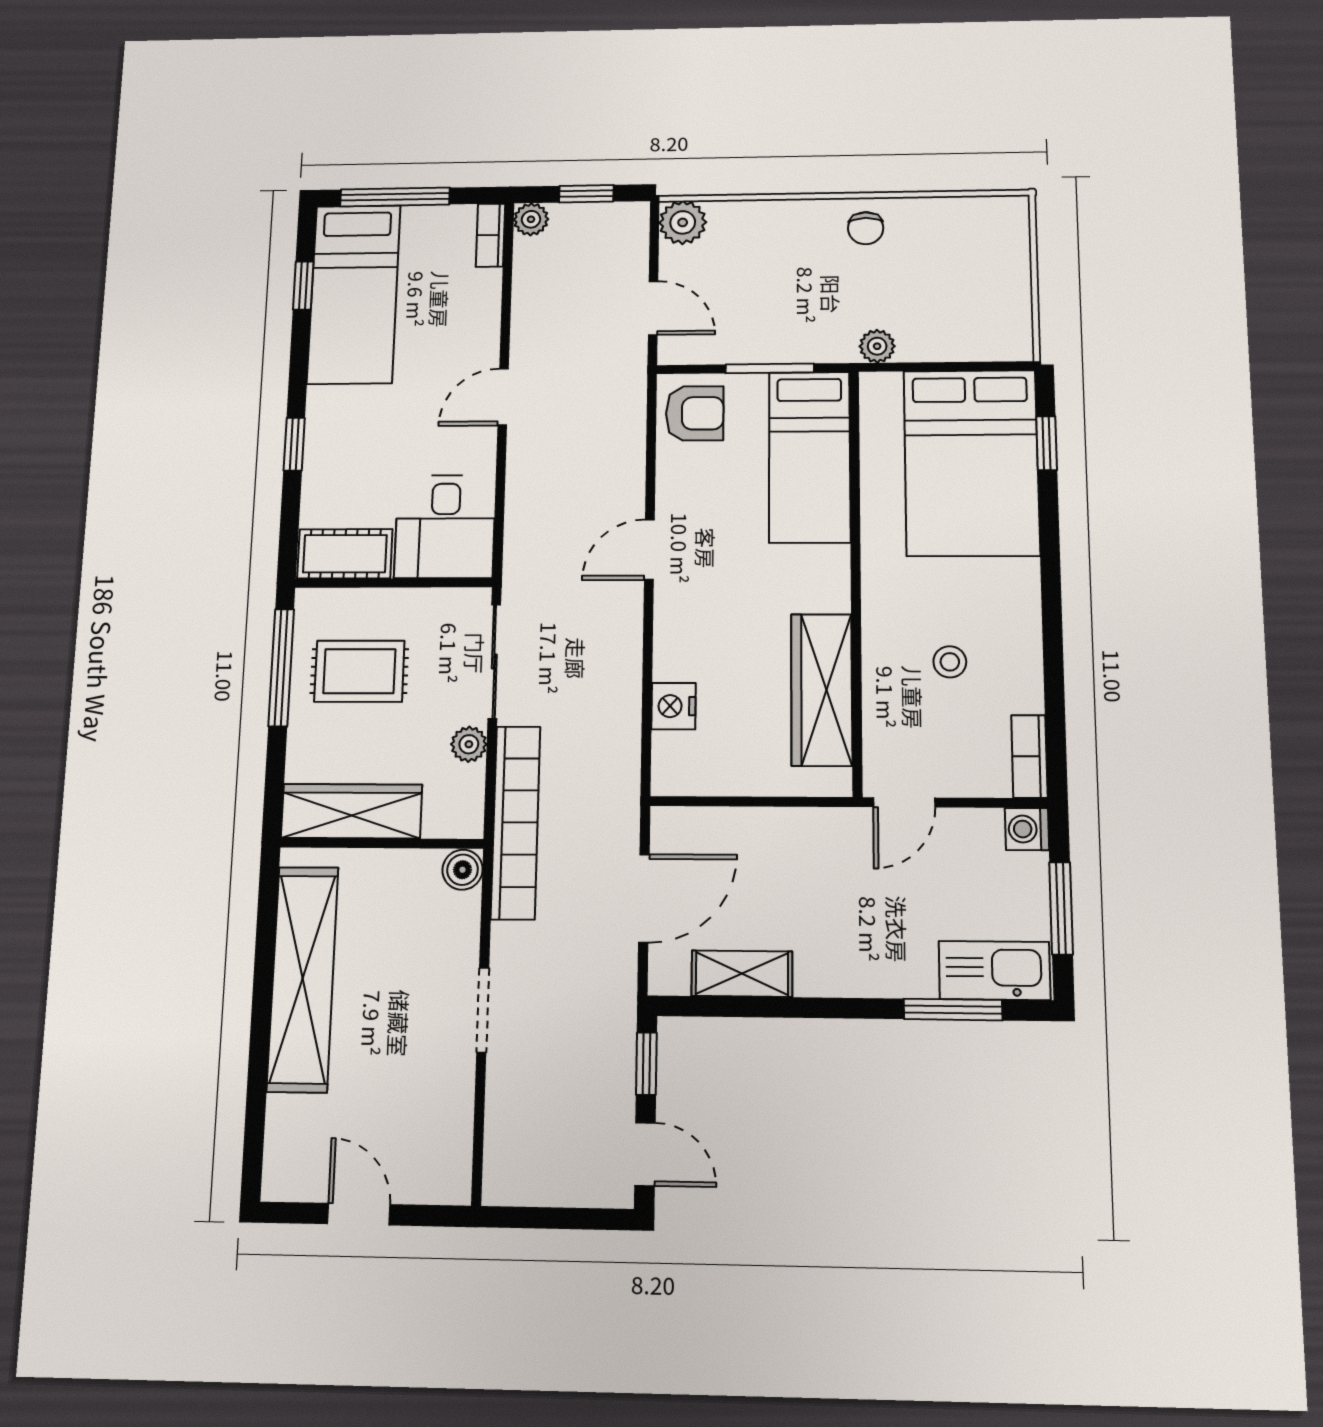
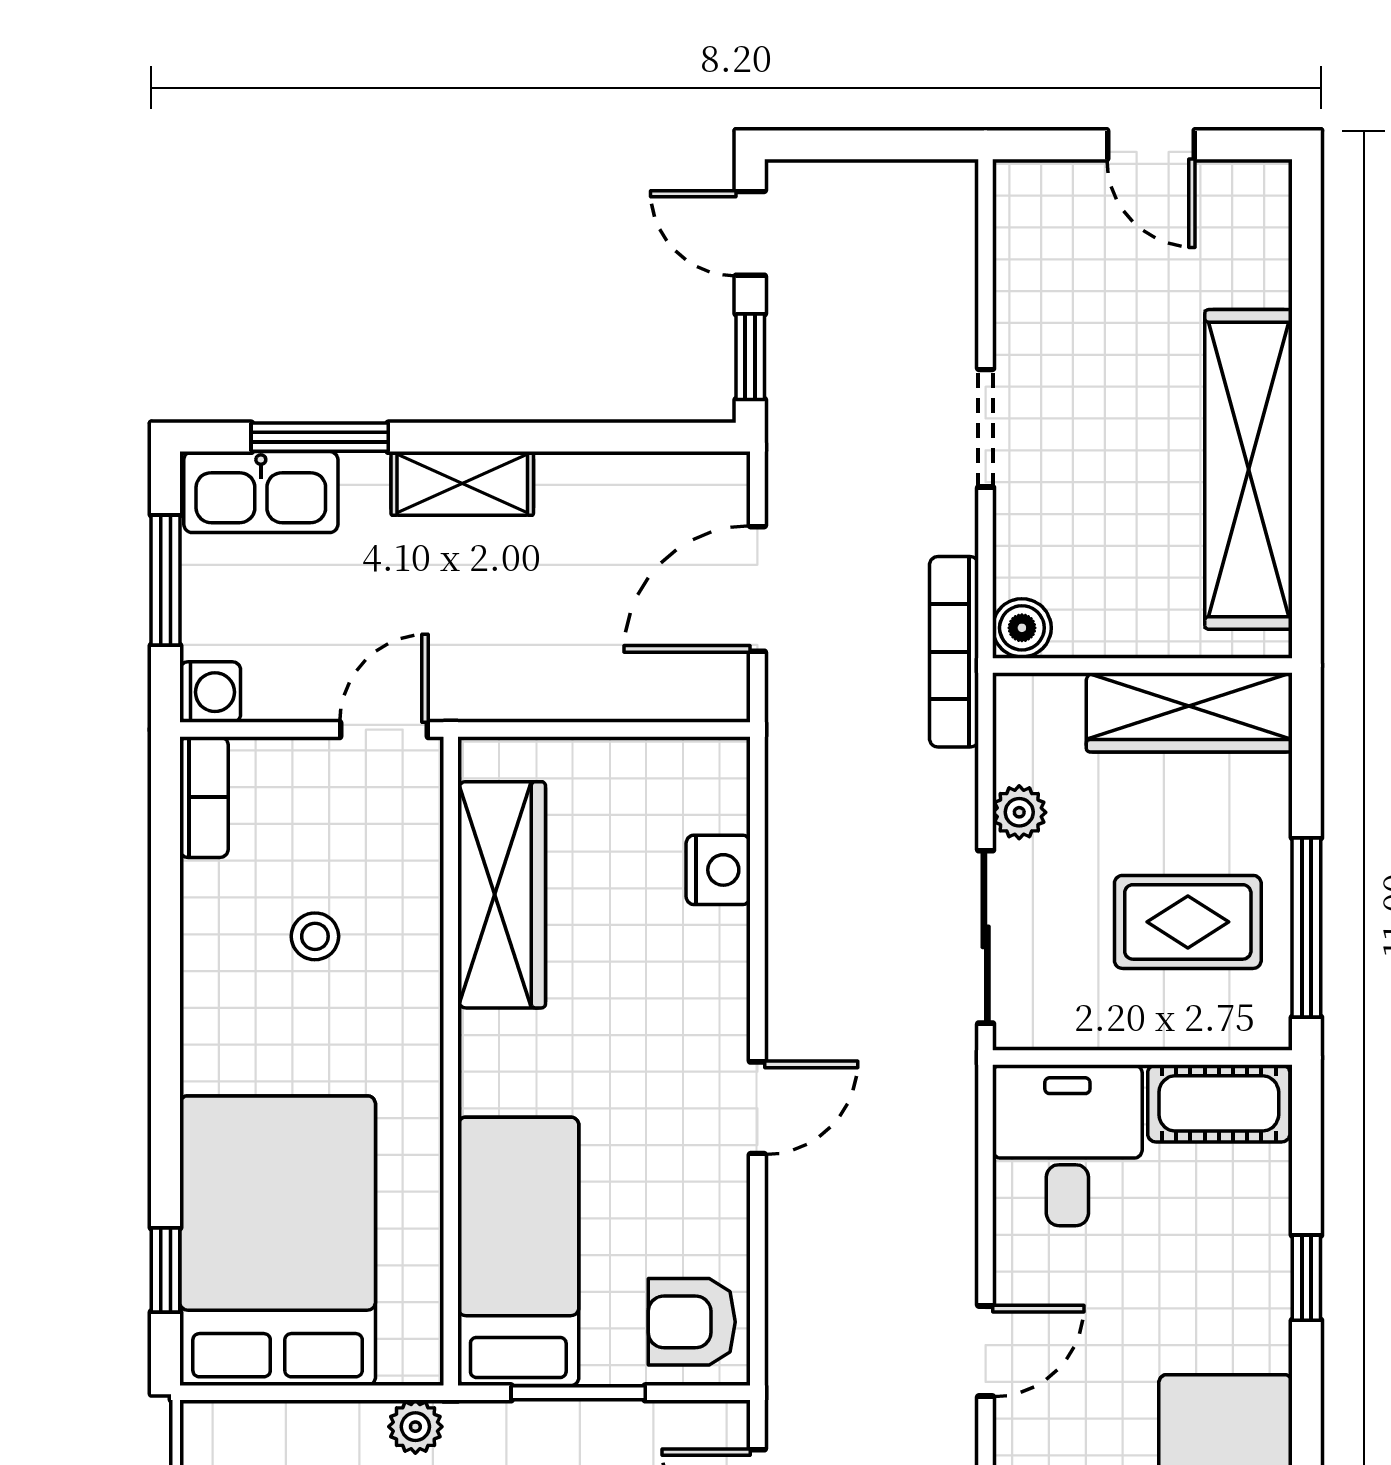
bookcase: (516, 822) -> (954, 652), width x0.68, depth x0.76
shelving: (742, 974) -> (462, 483), moved

